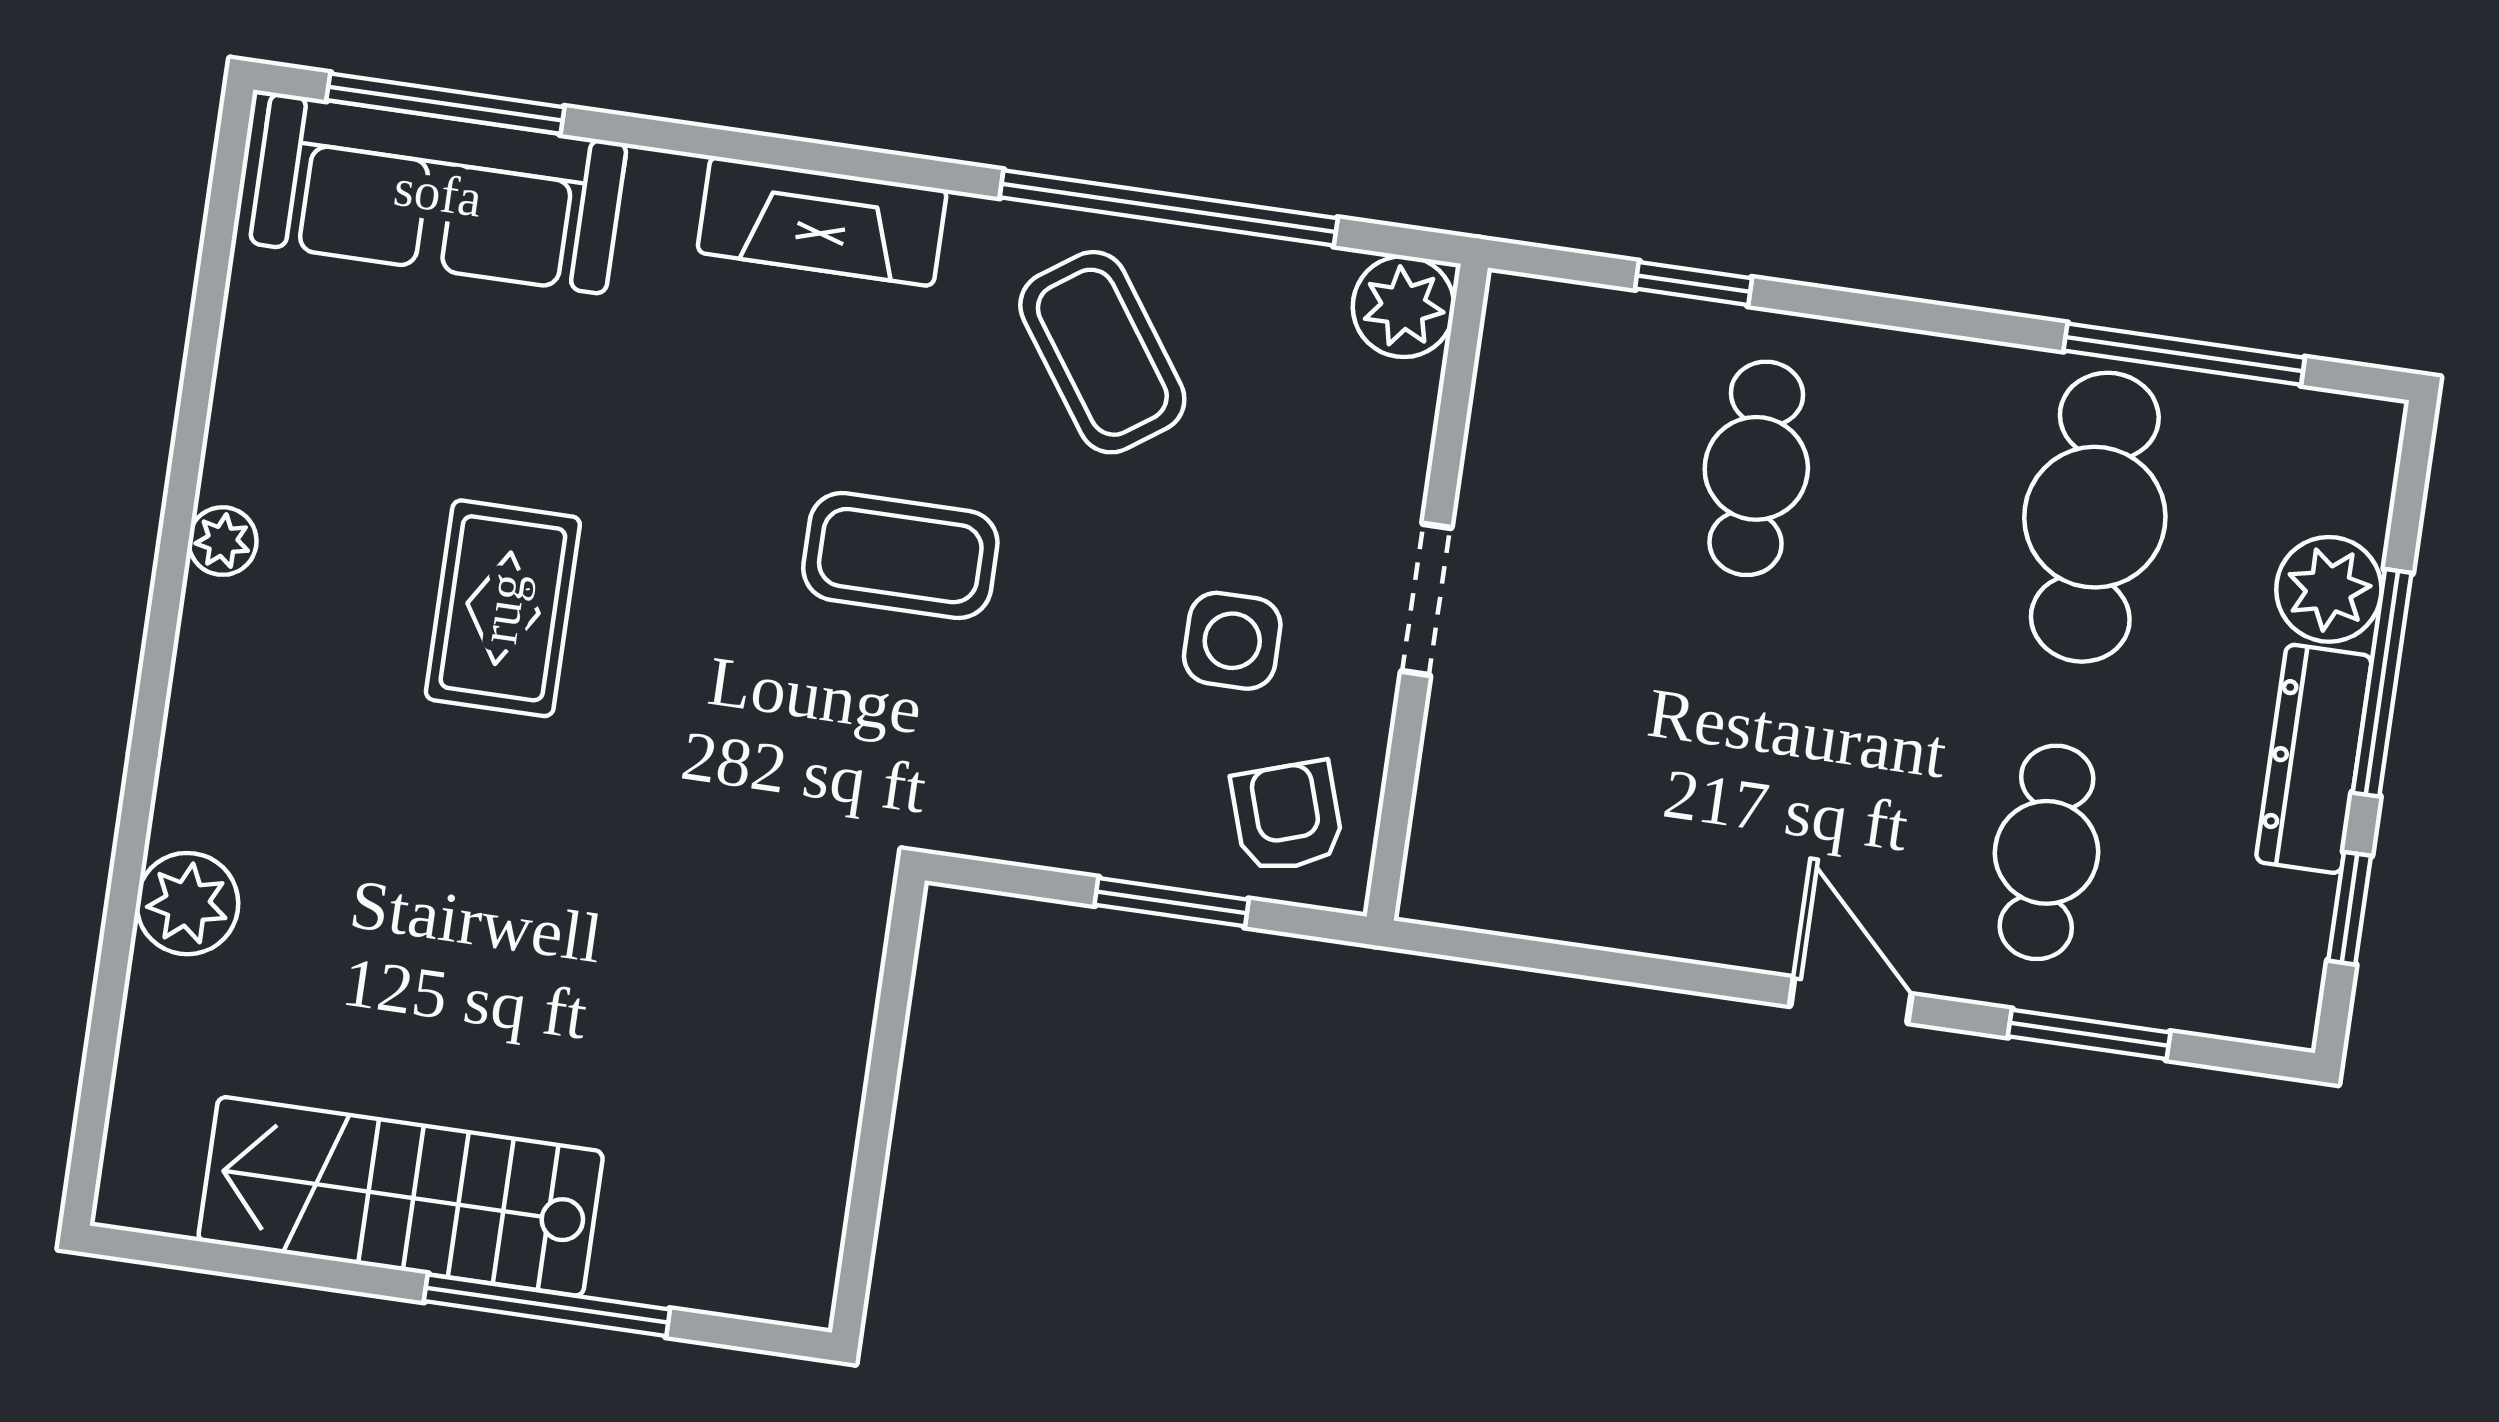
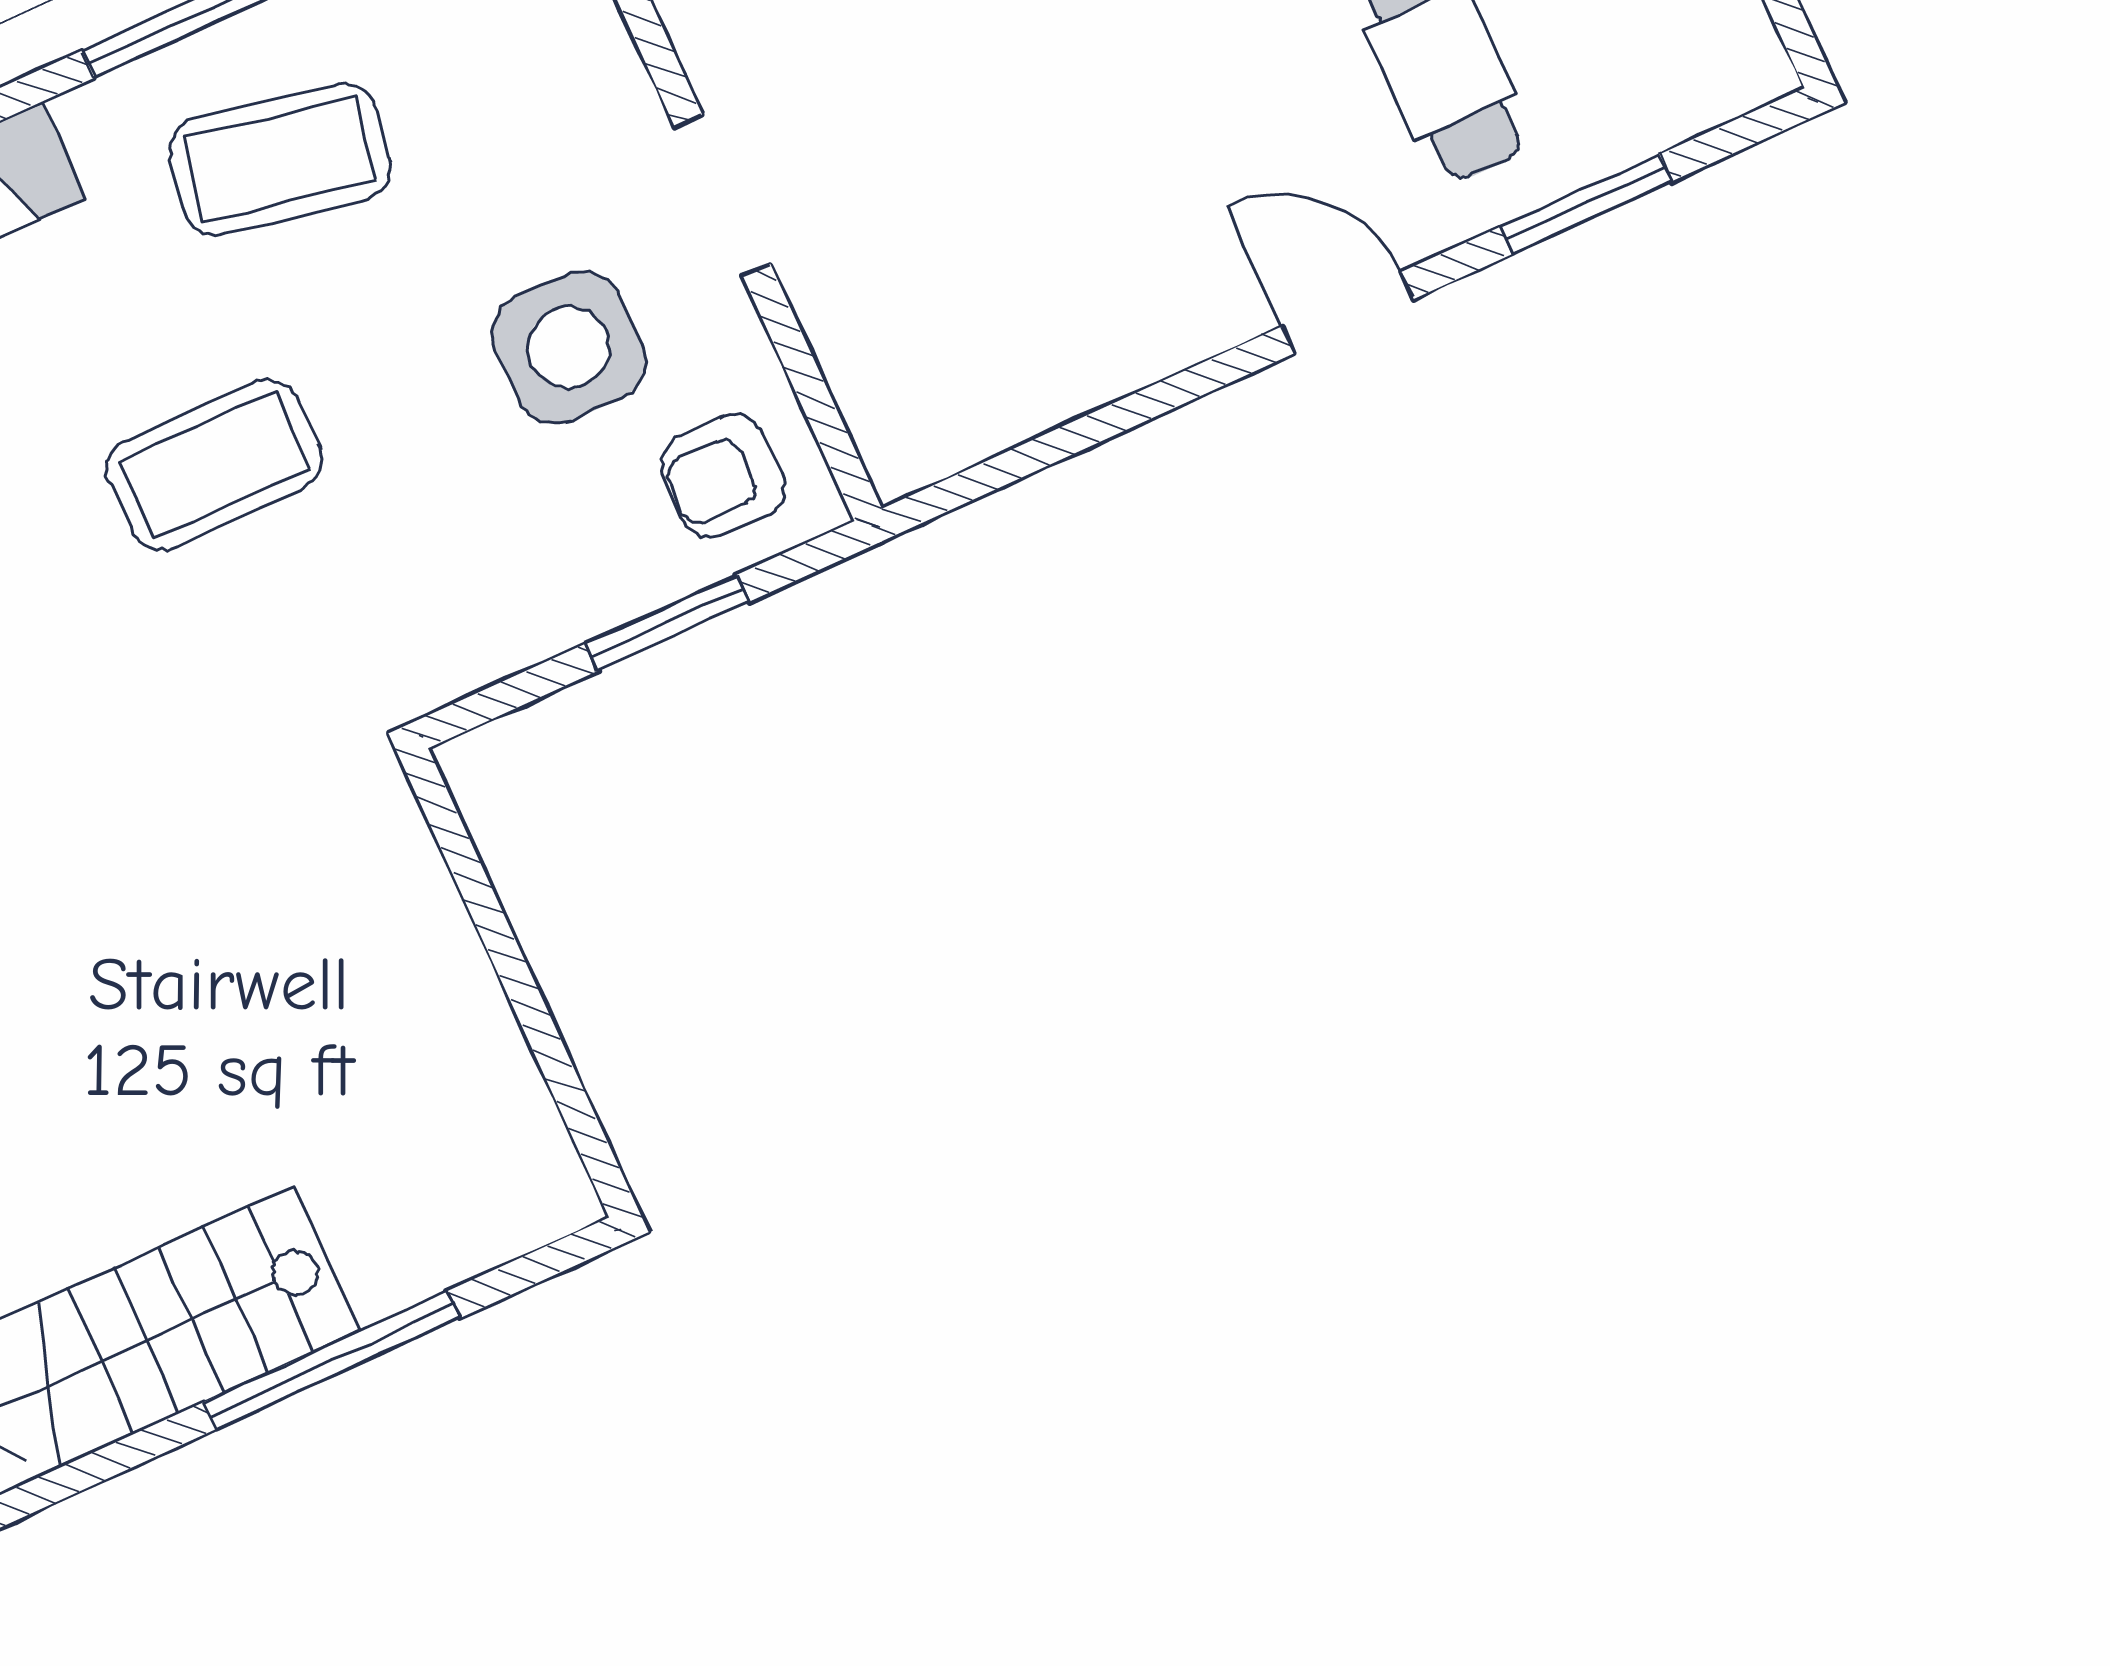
coffee table: (1102, 352) -> (280, 159), turned -44
side table: (1232, 641) -> (569, 347), width x1.37, depth x1.37
armchair: (1287, 817) -> (723, 476), turned -72

